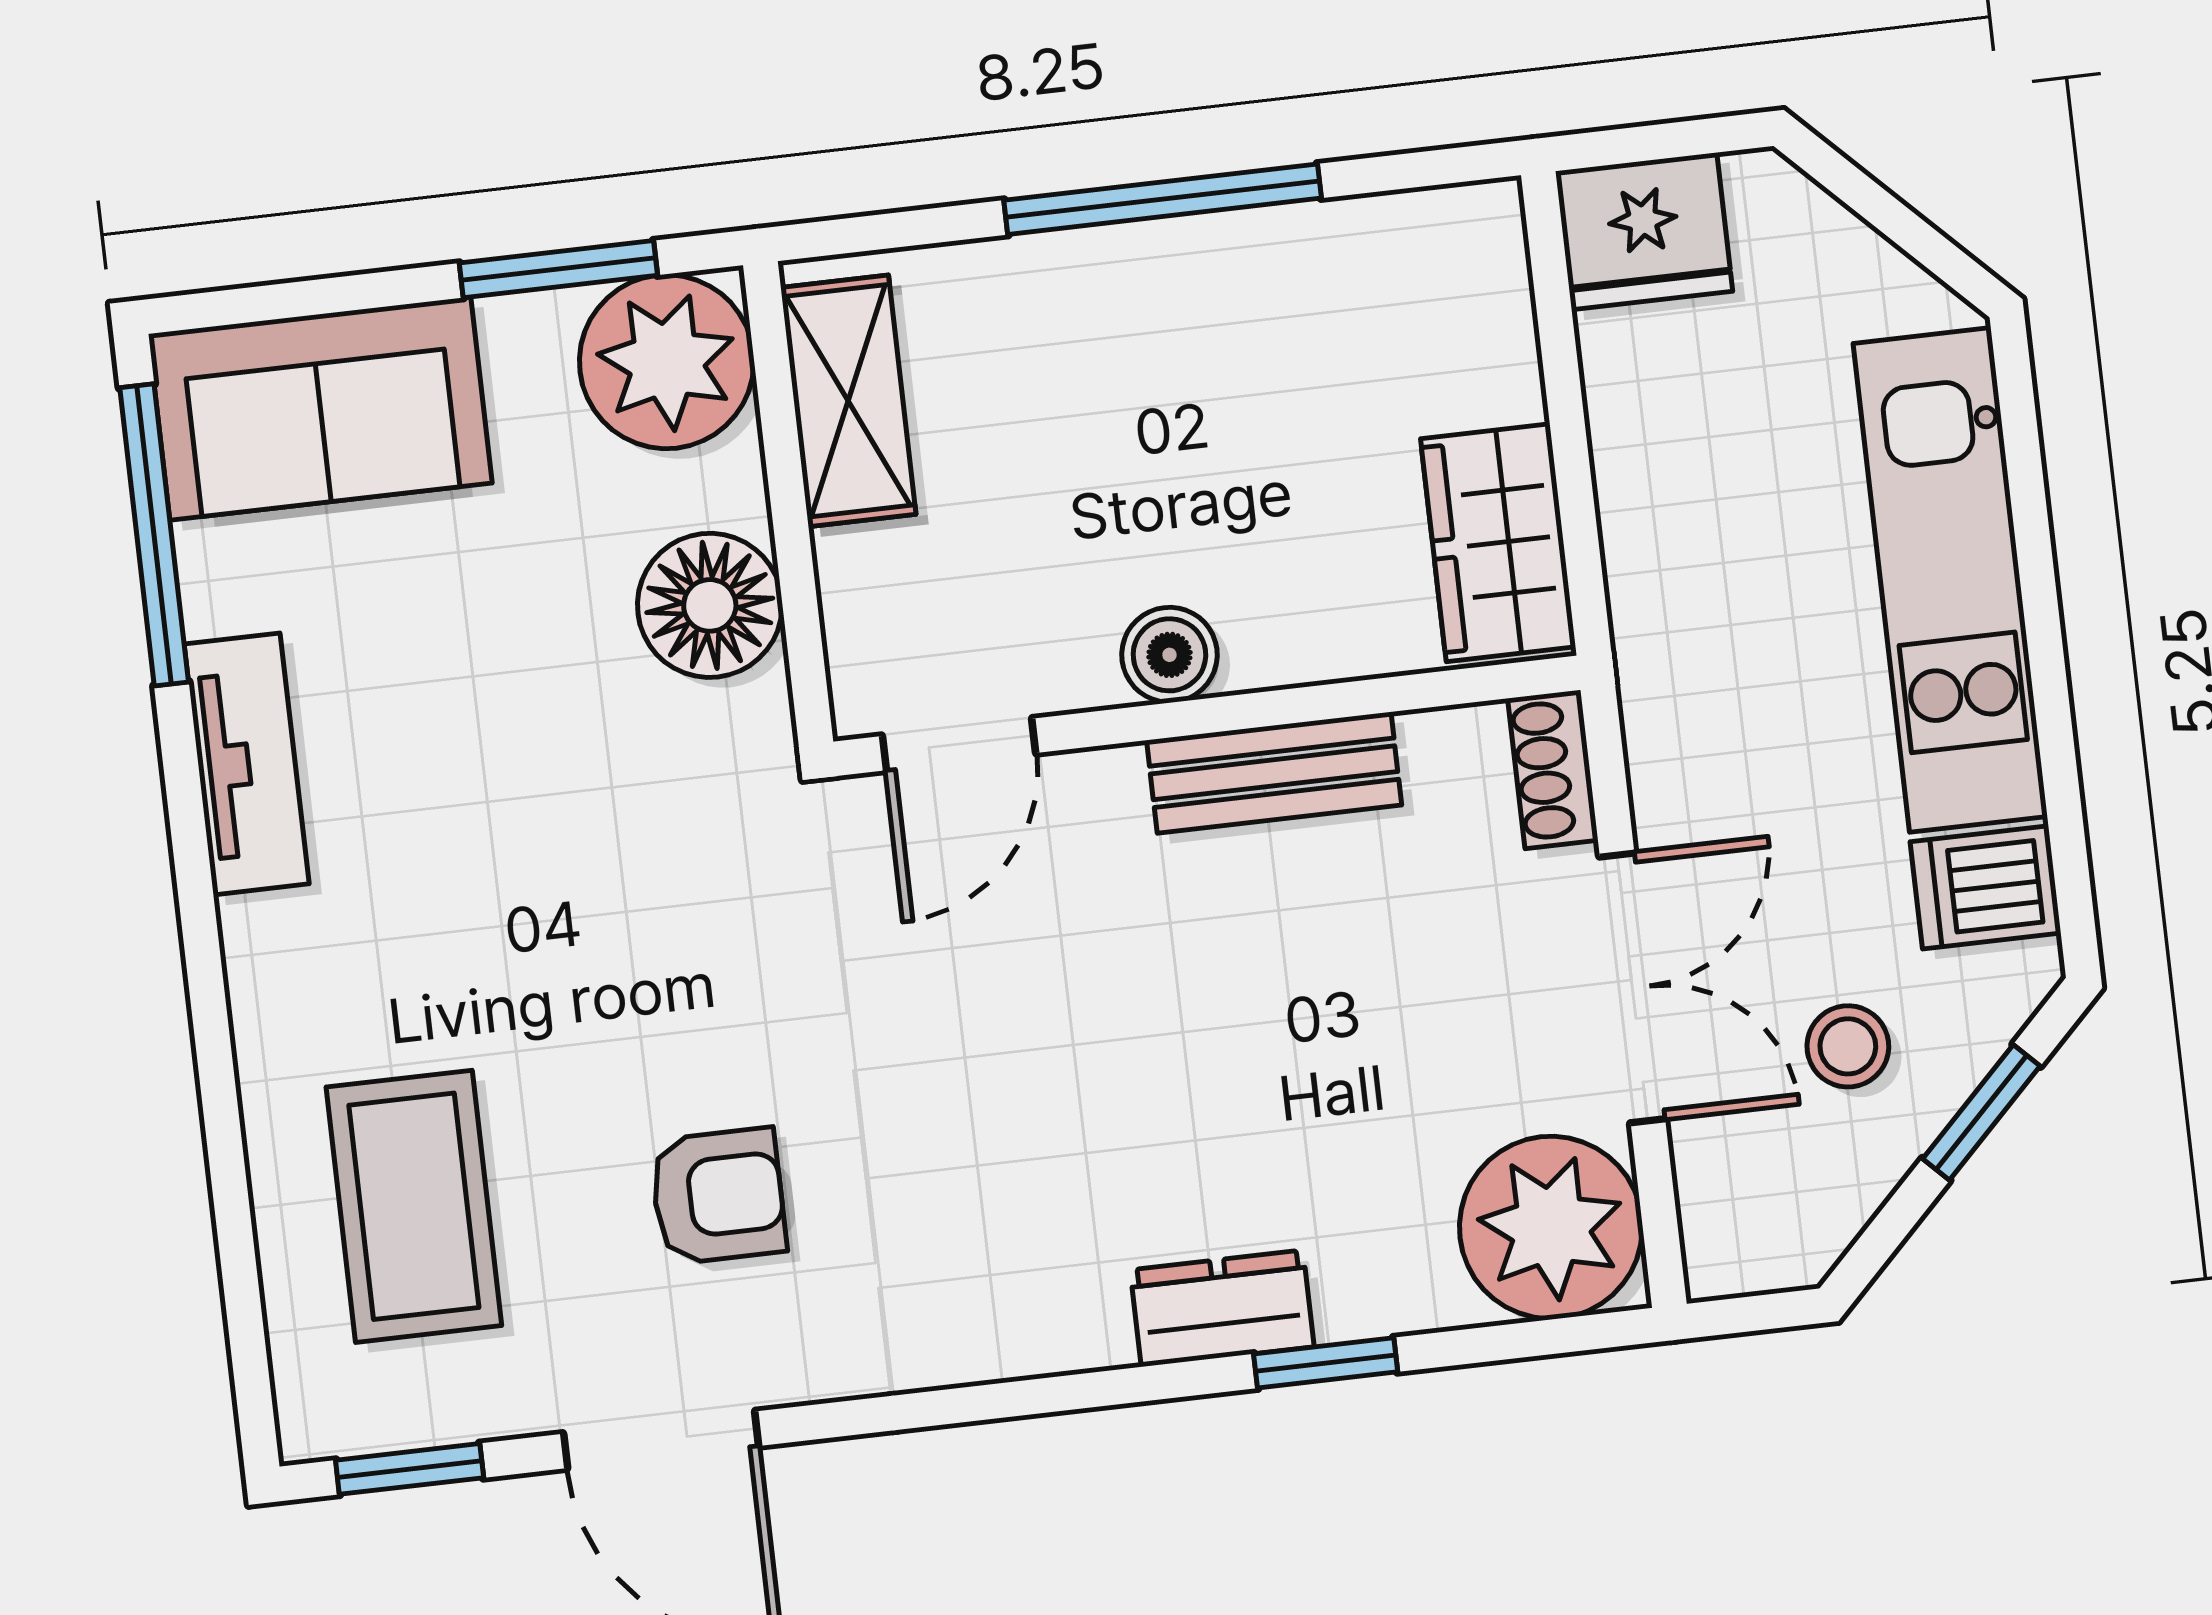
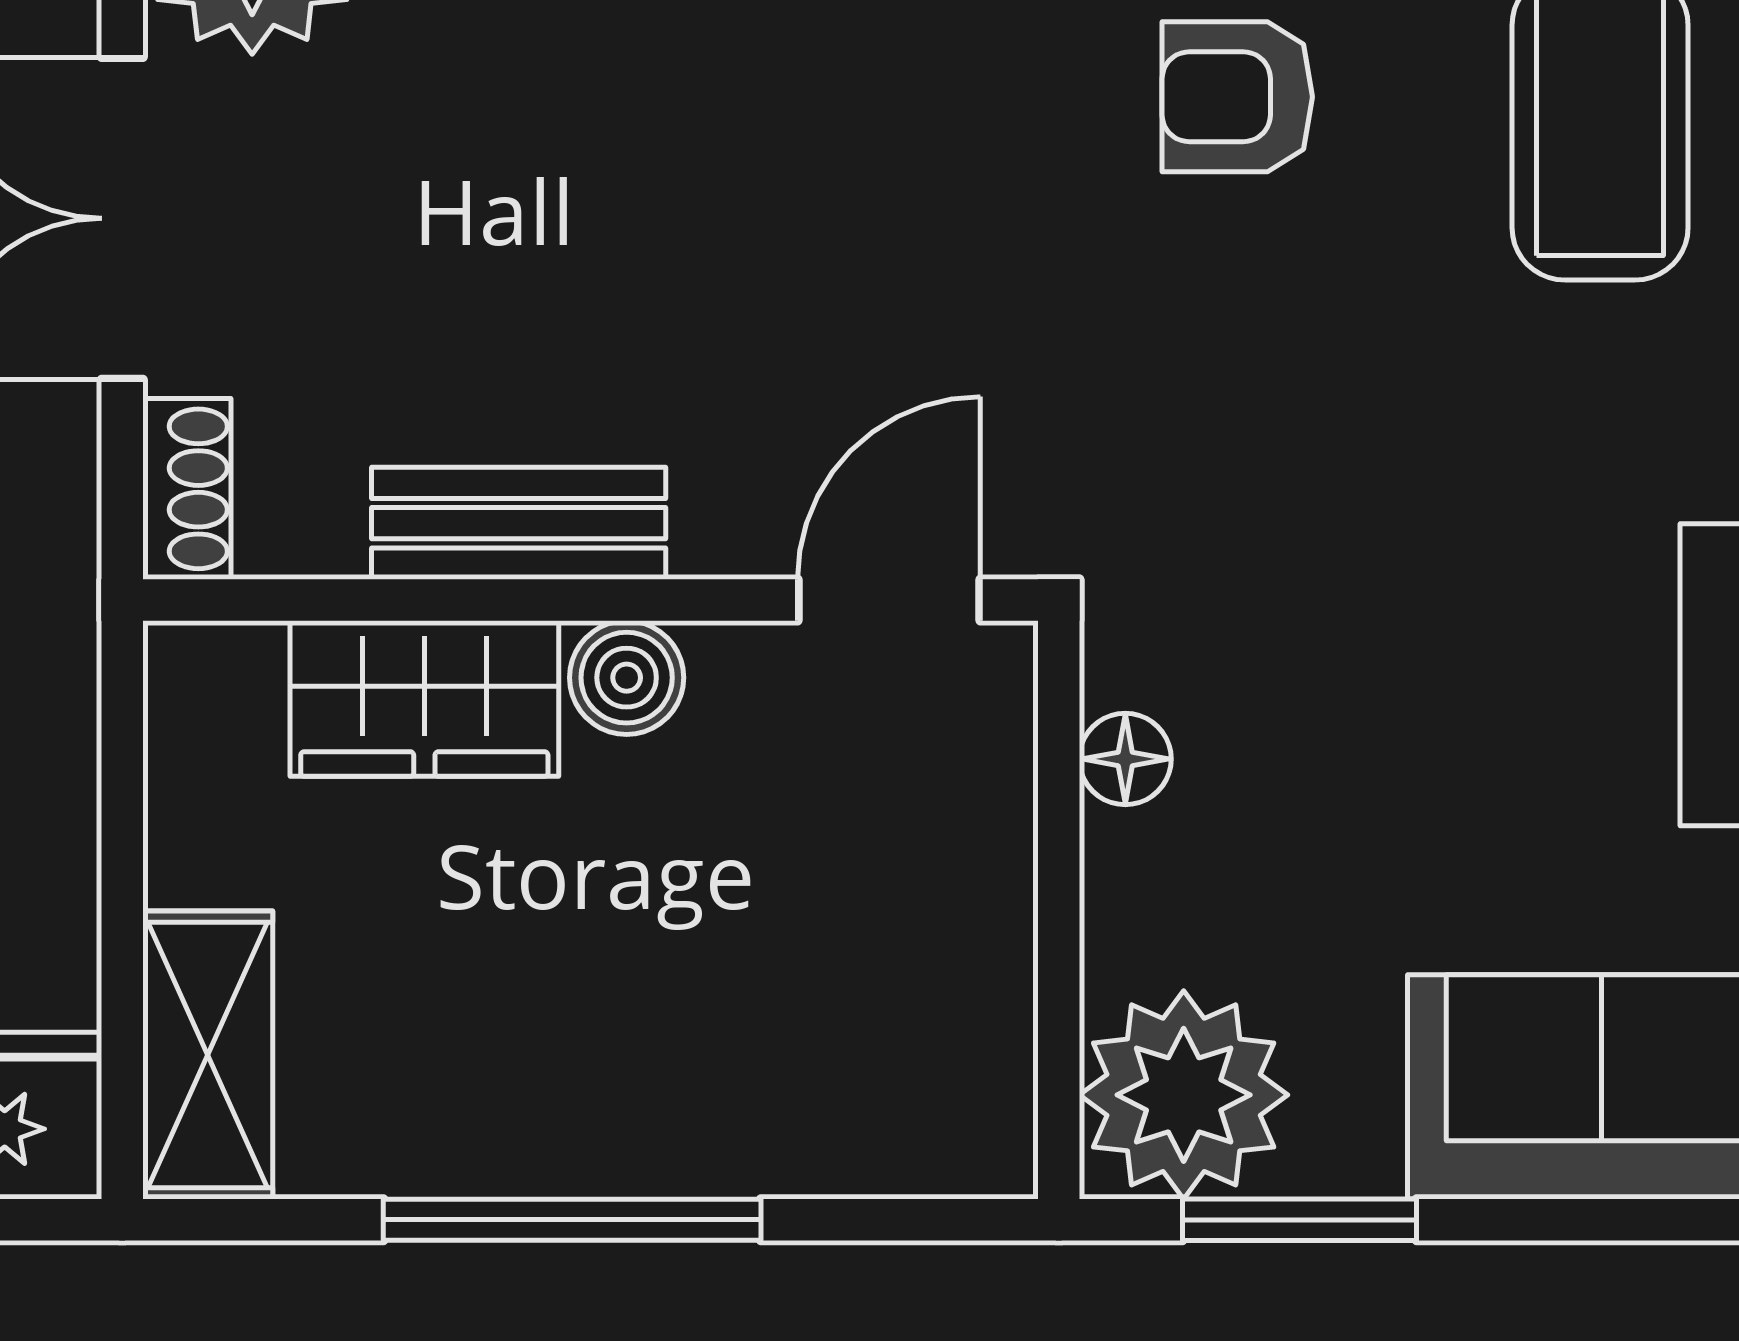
shelving: (848, 401) -> (208, 1055), moved
wardrobe: (1498, 543) -> (424, 699), moved, turned 90
floor lamp: (710, 605) -> (1125, 759), width x0.53, depth x0.53

